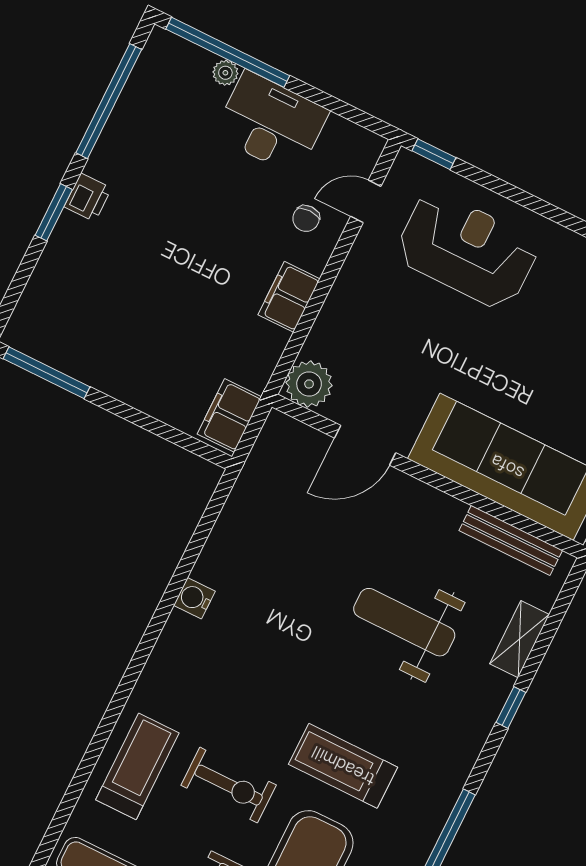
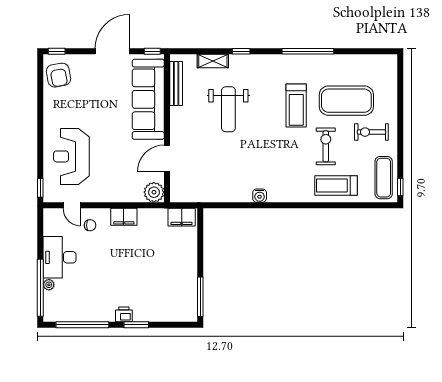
door: (365, 445) -> (167, 159), swing flipped

